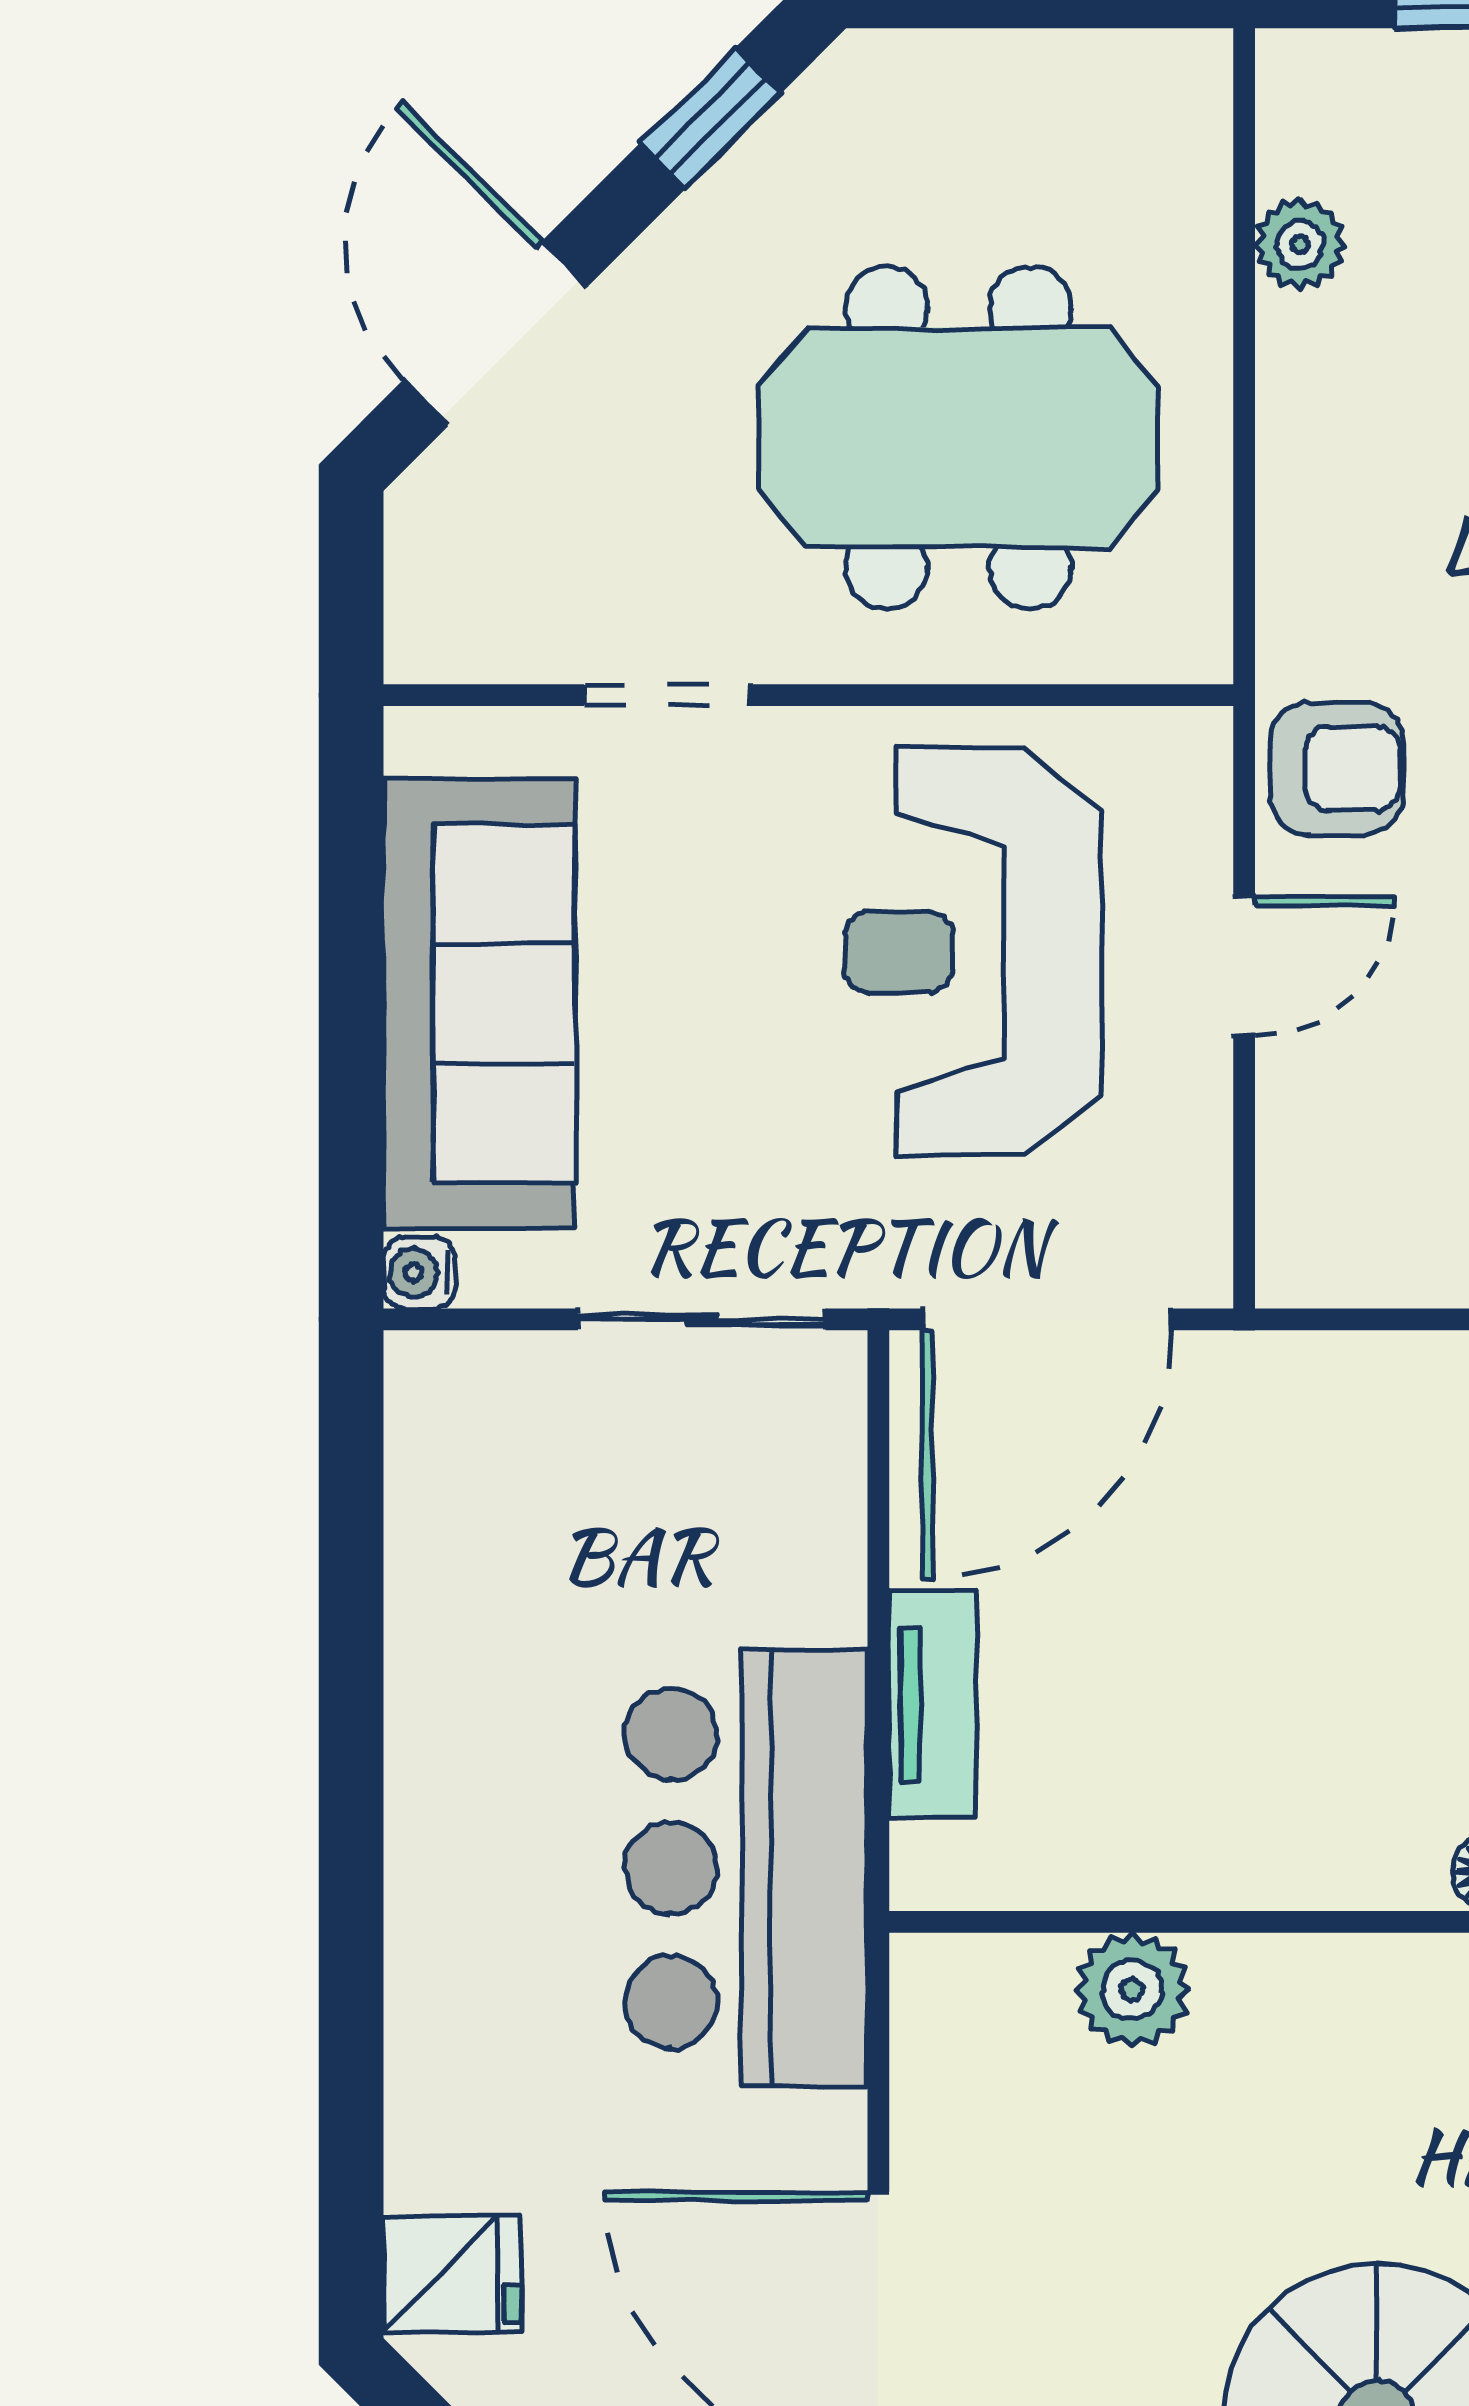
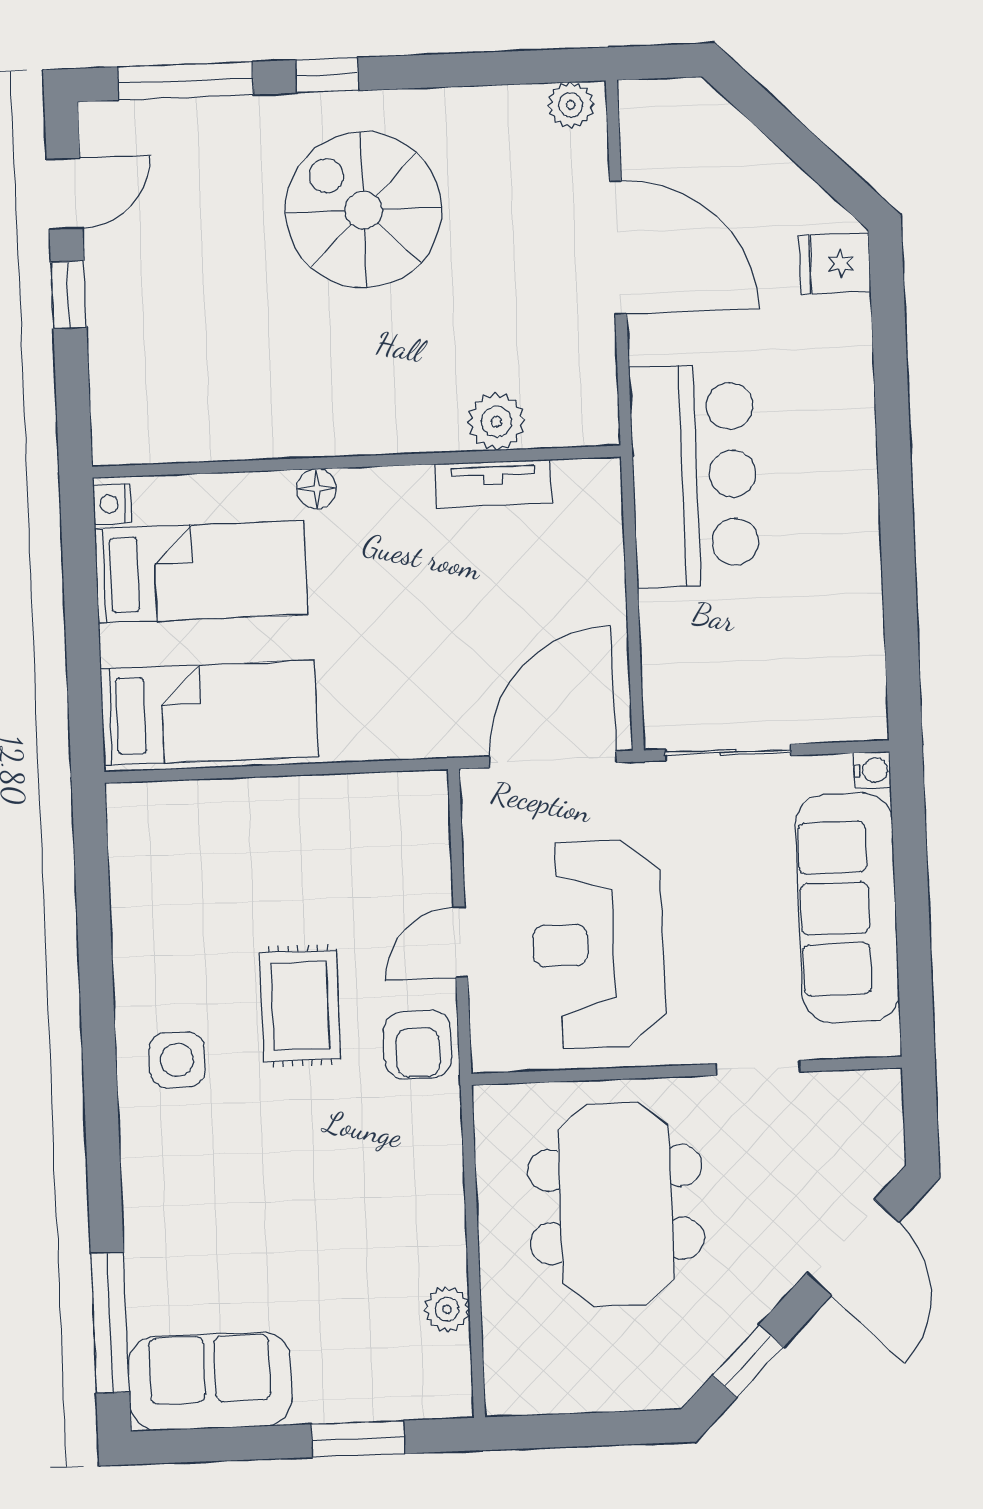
meeting table: (958, 437) -> (616, 1204), turned 90
armchair: (1337, 768) -> (418, 1044), turned -90
reception desk: (973, 952) -> (598, 944), turned 180
tv unit: (932, 1704) -> (493, 484), moved, turned -90

